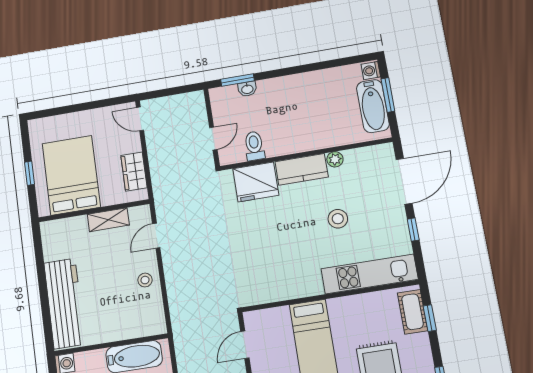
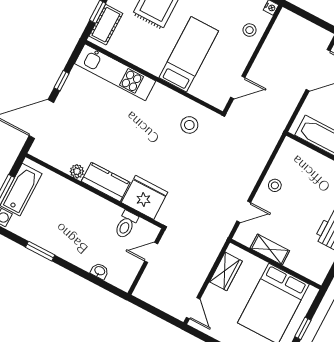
window: (237, 80) -> (40, 251), moved
stool: (338, 219) -> (189, 125), moved

